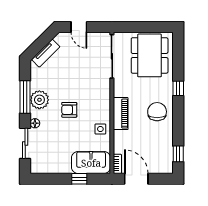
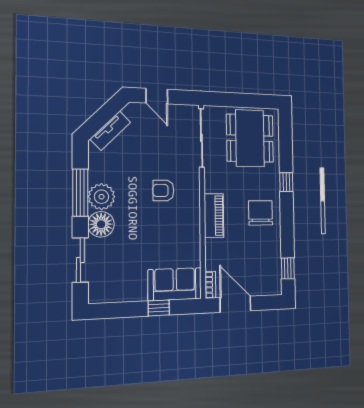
armchair: (69, 110) -> (163, 190), moved
floor lamp: (35, 123) -> (101, 224), width x1.89, depth x1.89
side table: (100, 129) -> (187, 237), removed

